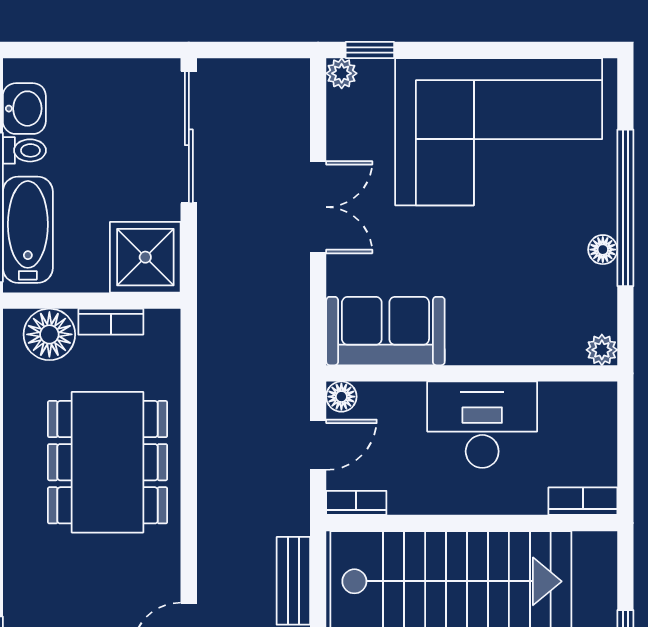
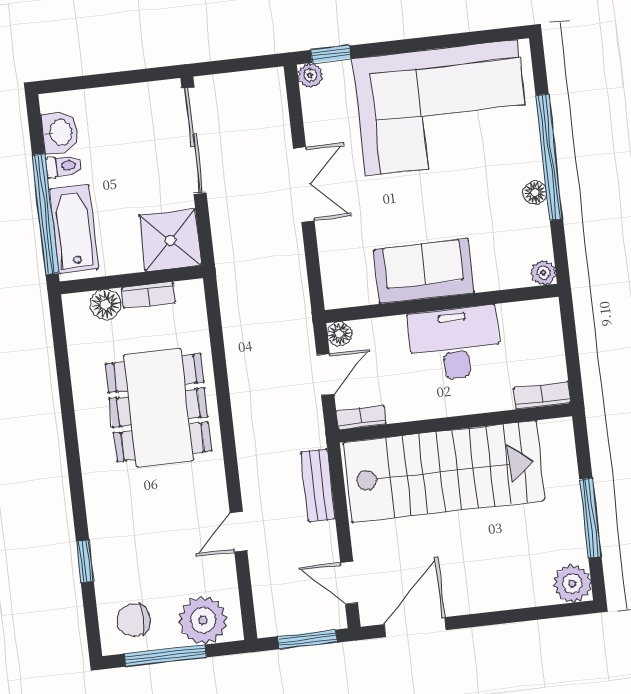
sofa: (385, 331) -> (424, 271), moved
floor lamp: (49, 334) -> (105, 304), width x0.73, depth x0.73

